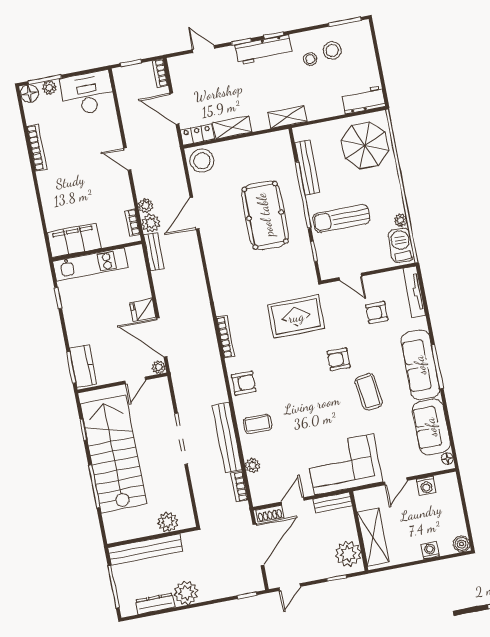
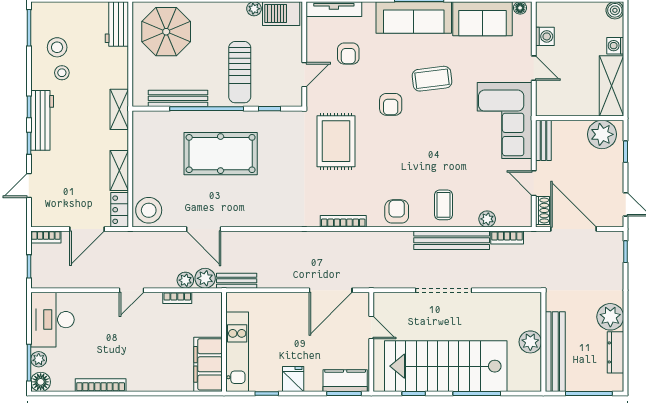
bookcase: (132, 222) -> (177, 298), moved
fridge: (143, 310) -> (293, 379), moved, turned 180
plant: (159, 367) -> (362, 300), removed
plant: (168, 522) -> (530, 342), moved
shelving: (373, 537) -> (612, 86), moved, turned 90

